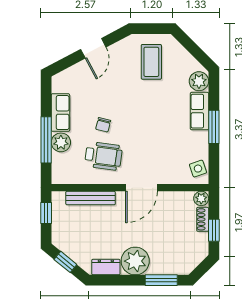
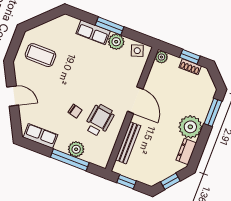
plant: (199, 81) -> (116, 42), moved
row of seats: (60, 113) -> (40, 136), moved
shoe rack: (203, 219) -> (190, 67), moved

